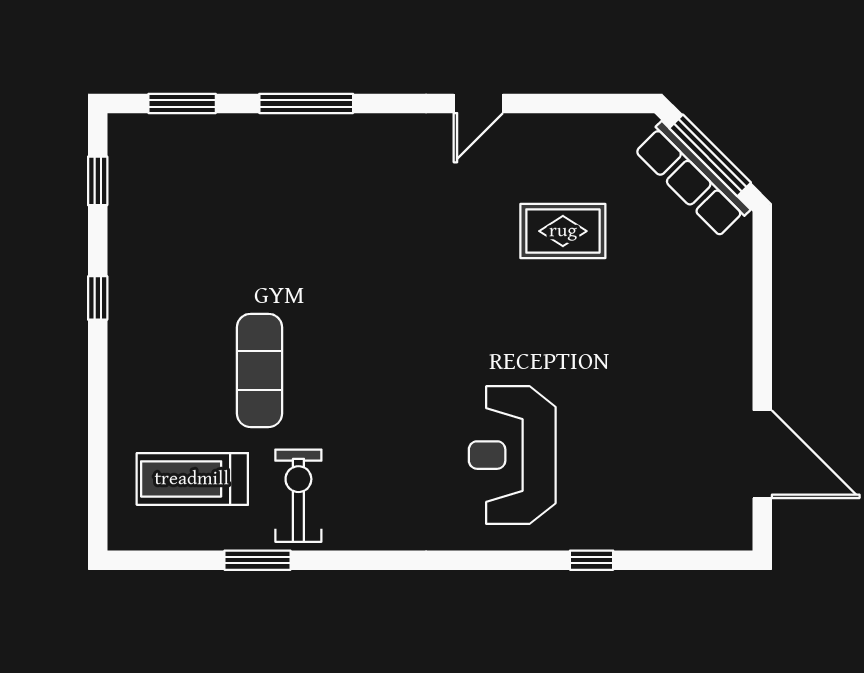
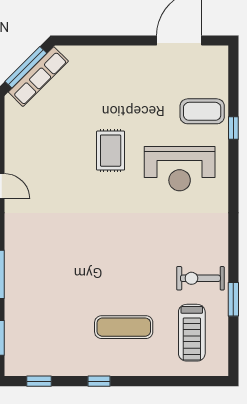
rug: (563, 231) -> (111, 151), moved
exercise mat: (259, 370) -> (124, 327), moved
coffee table: (624, 499) -> (202, 111), added

